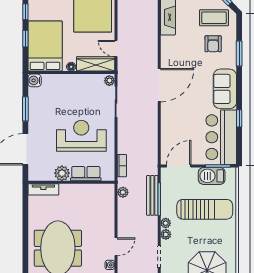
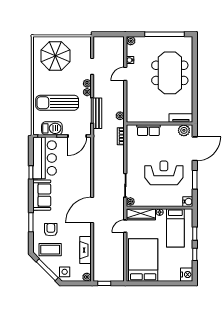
bed: (45, 46) -> (175, 228), width x0.67
door: (116, 48) -> (125, 226), swing flipped
door: (159, 85) -> (92, 210), moved
reception desk: (81, 136) -> (164, 173), moved, turned 180
plant: (62, 173) -> (184, 130), moved

